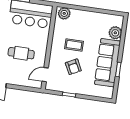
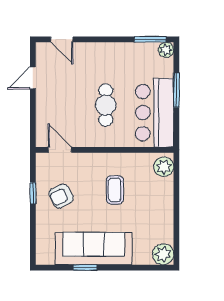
plant: (115, 33) -> (163, 254), moved
cafe table: (21, 53) -> (106, 105), moved
armchair: (73, 67) -> (61, 196), moved

